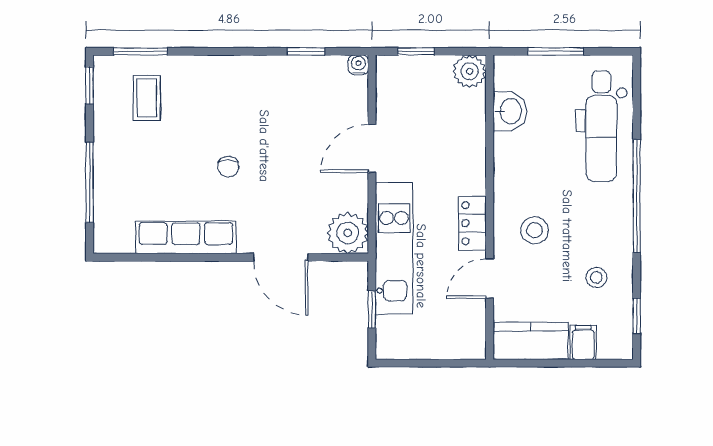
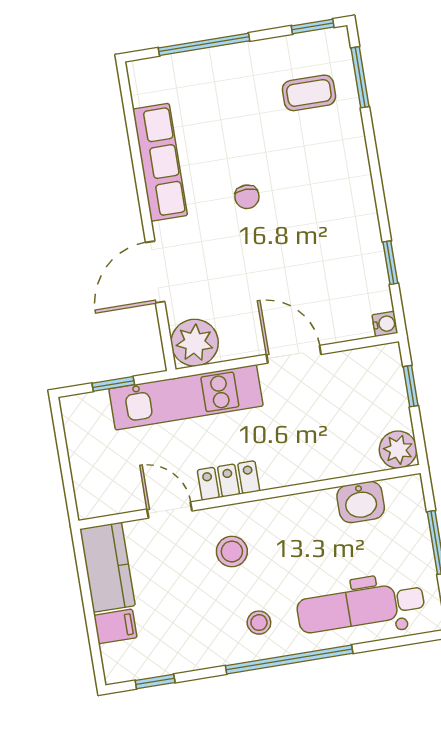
chair: (228, 167) -> (247, 197), turned -90
stool: (596, 278) -> (259, 623), moved

